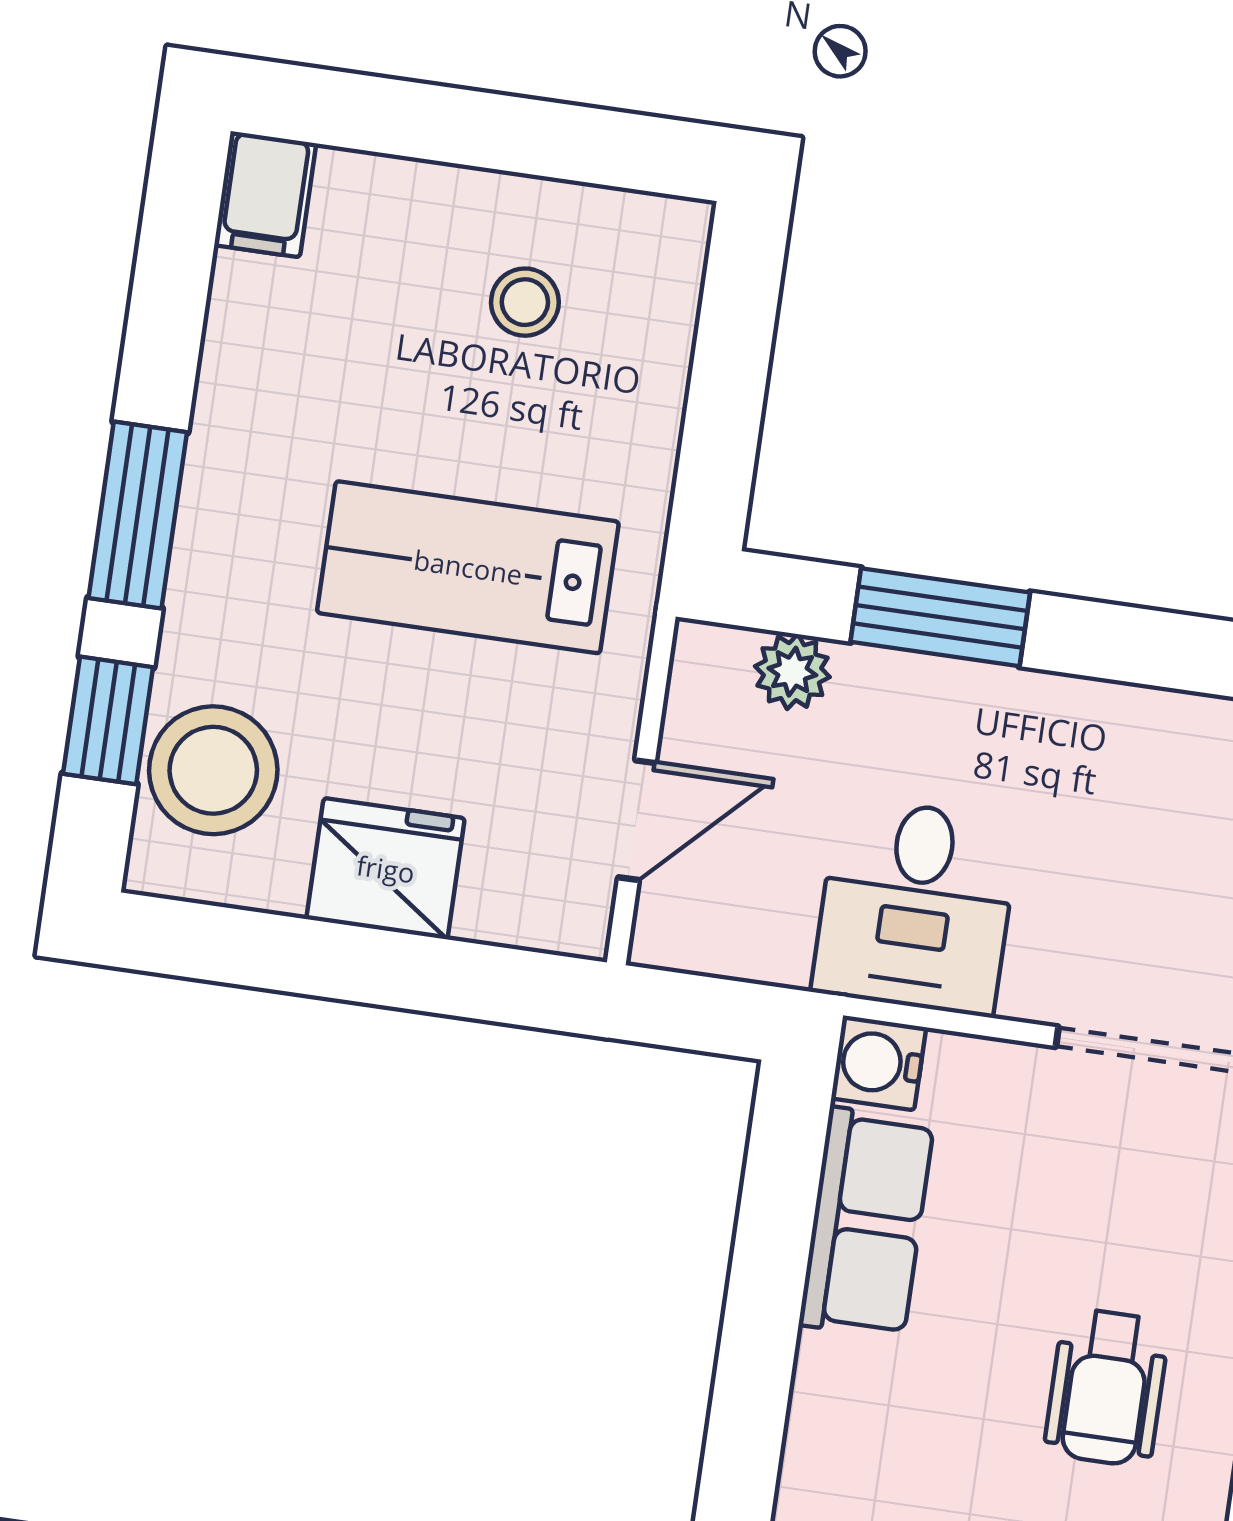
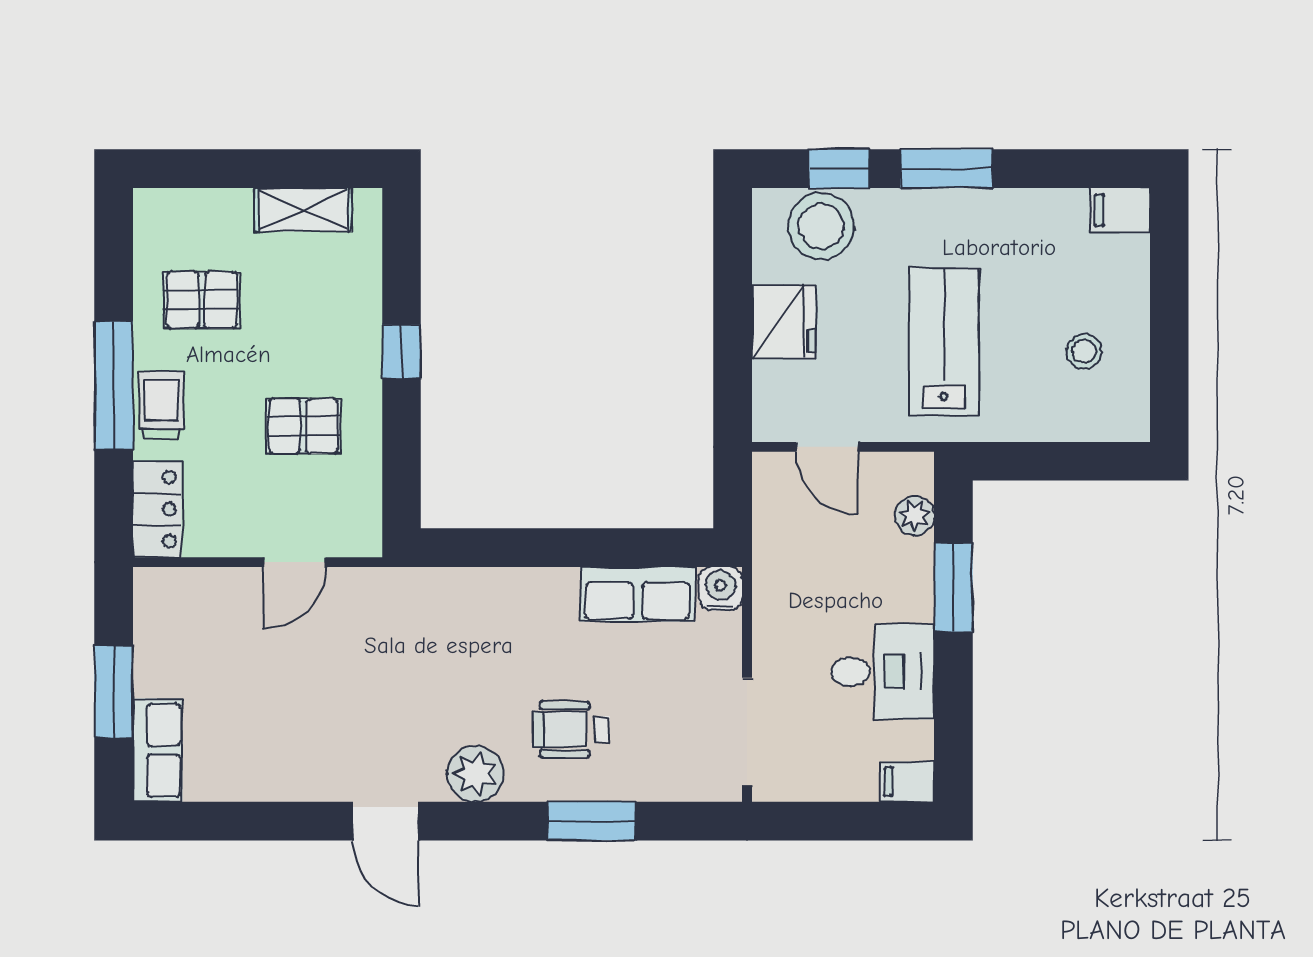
desk: (916, 906) -> (883, 672), moved, turned 180

